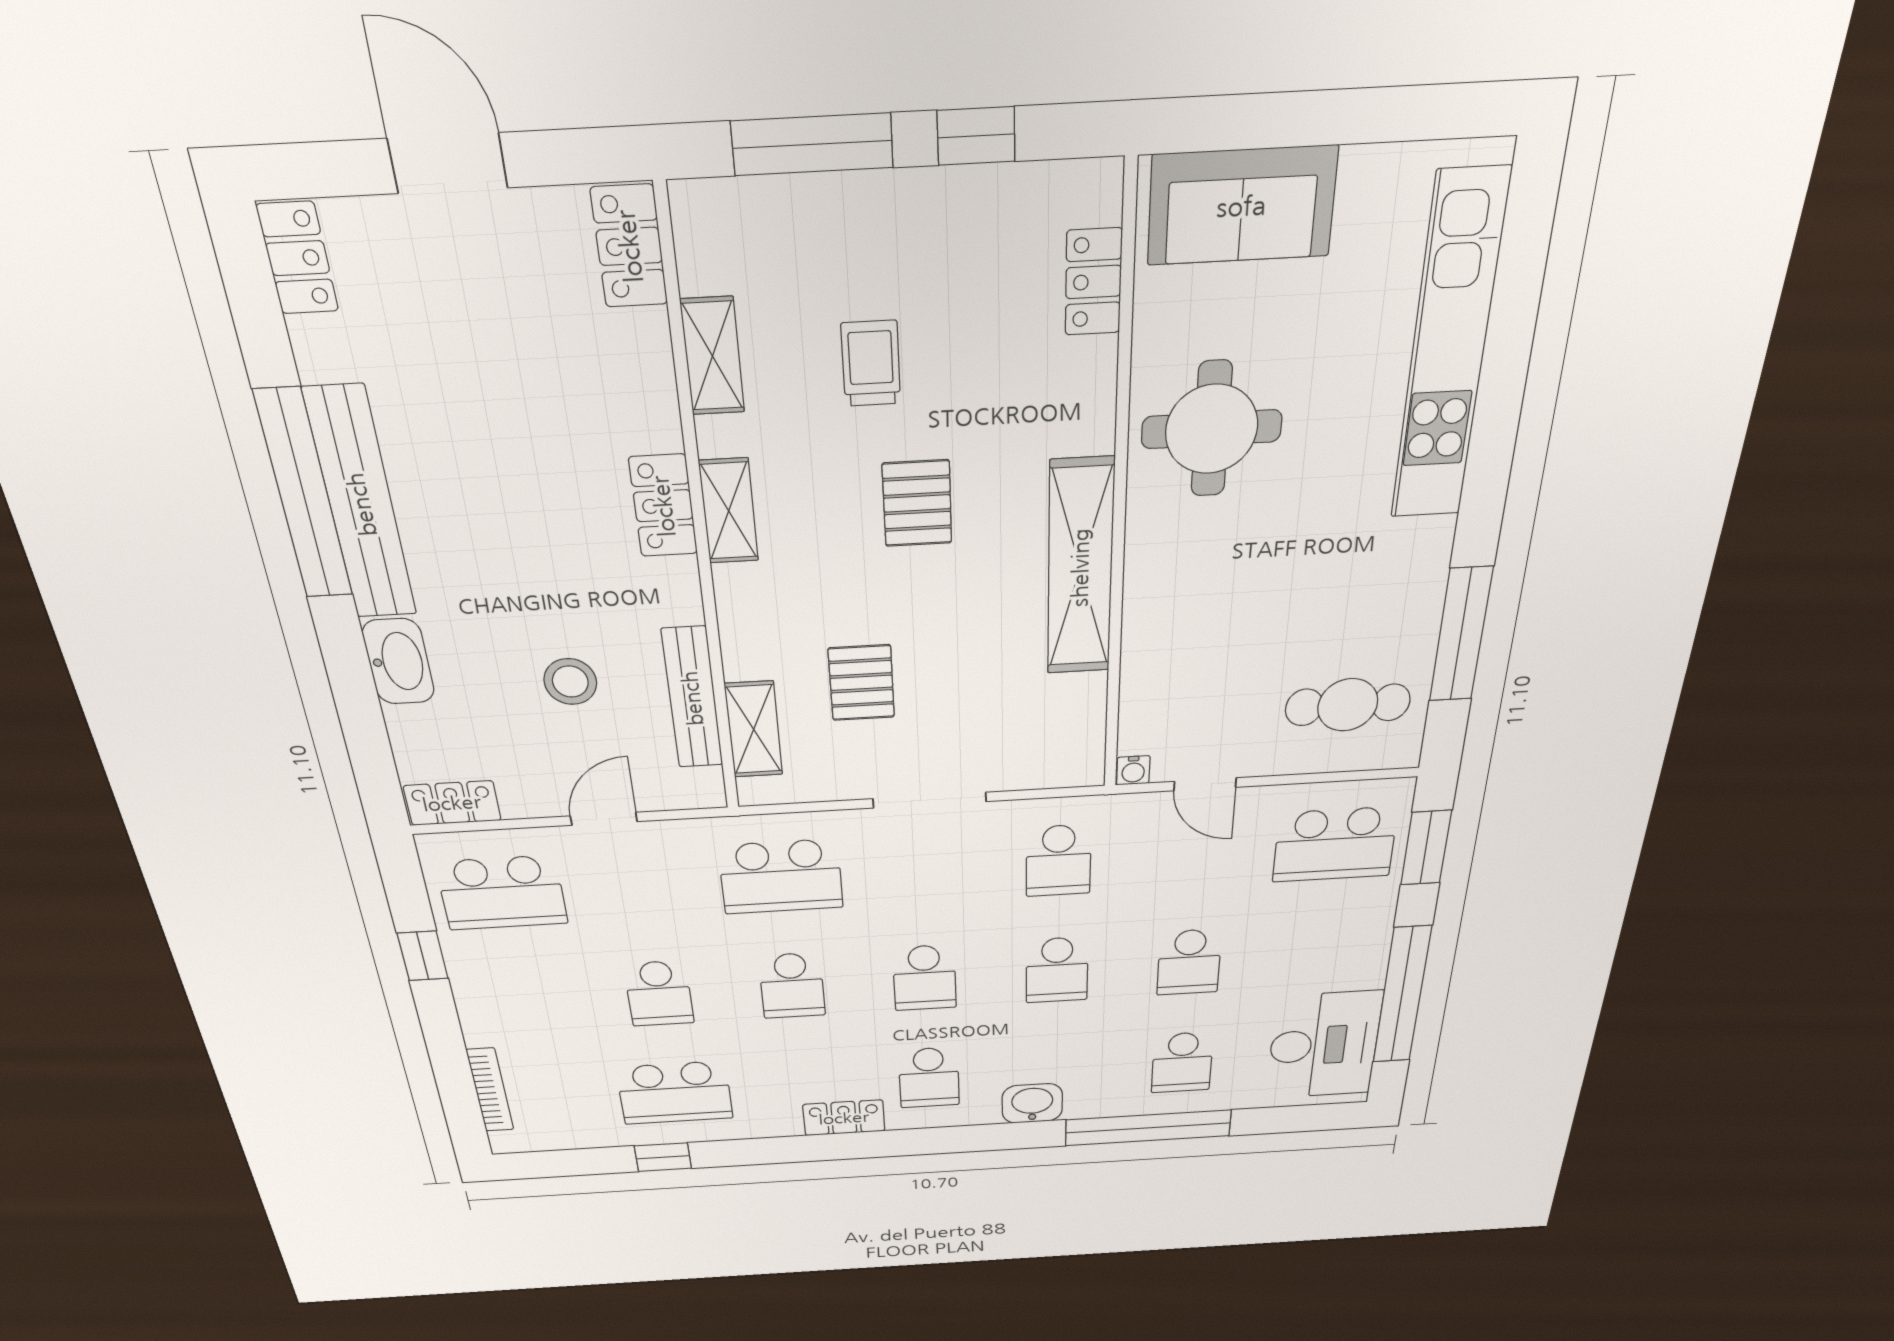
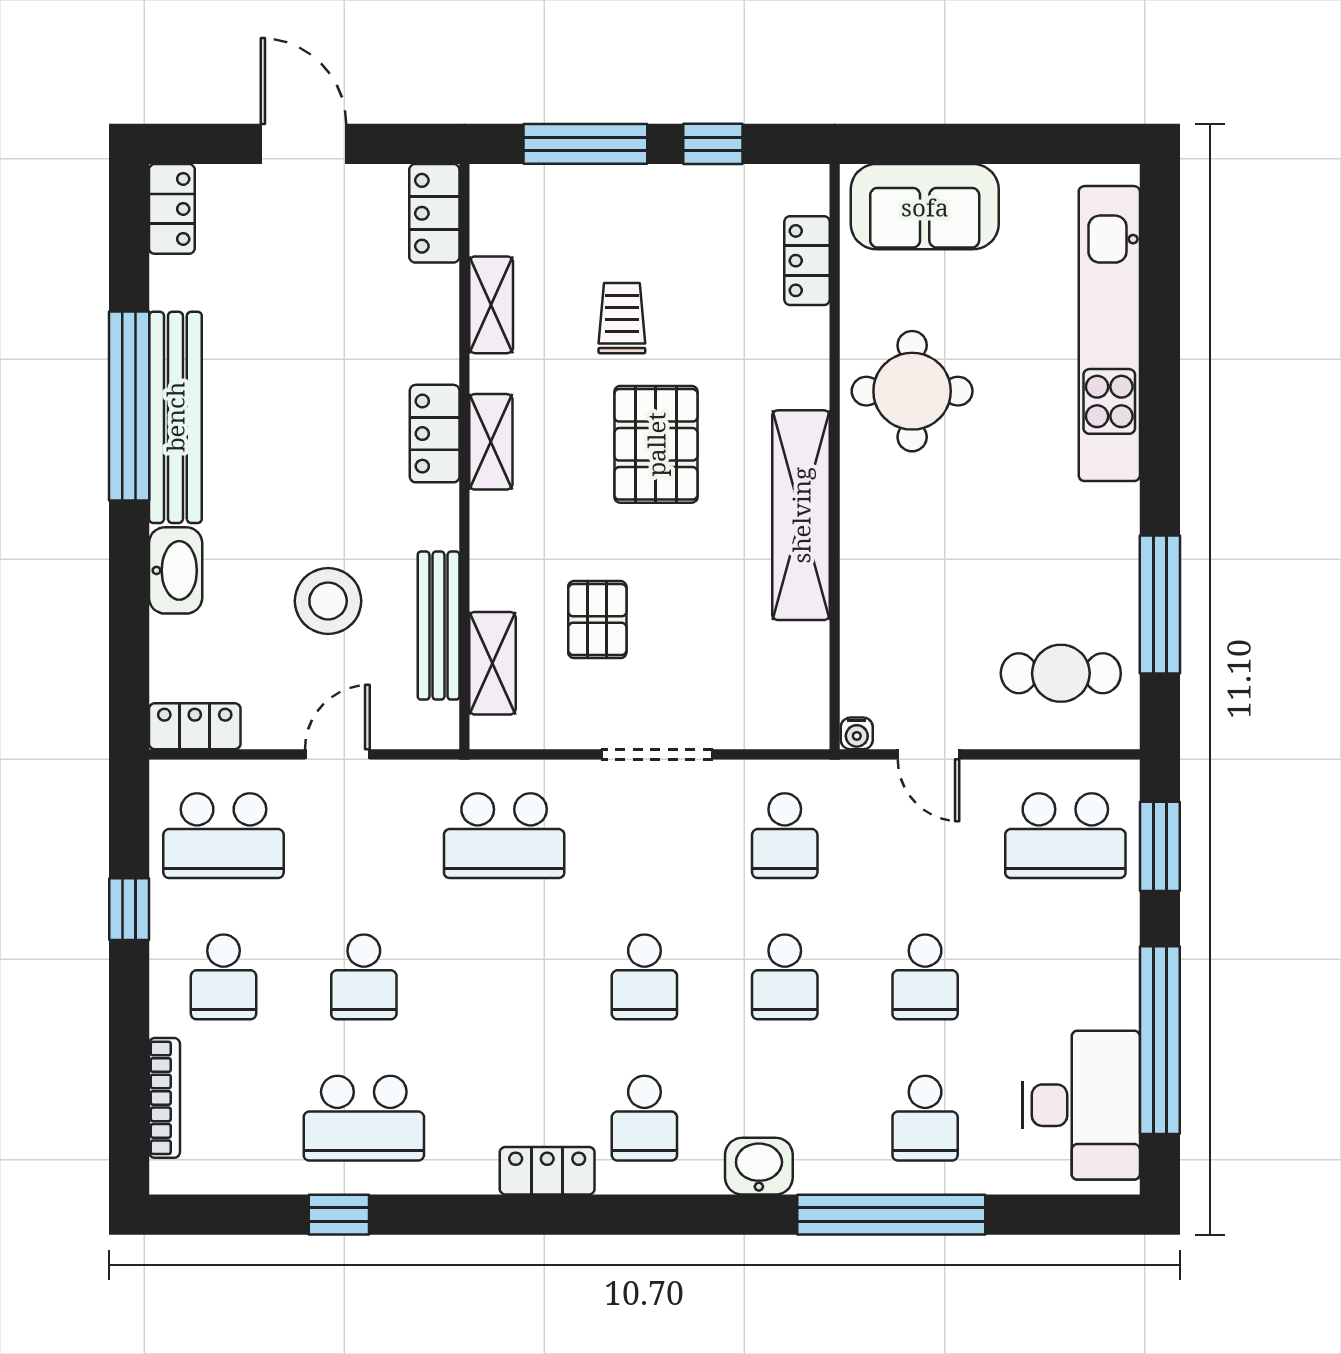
pallet: (917, 503) -> (656, 444), width x1.50, depth x1.42
stool: (570, 682) -> (328, 601), width x1.38, depth x1.38
school desk: (792, 986) -> (223, 977), moved

